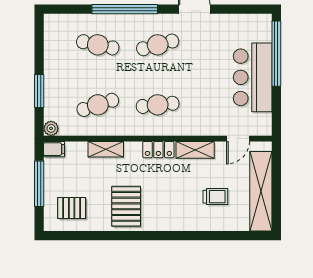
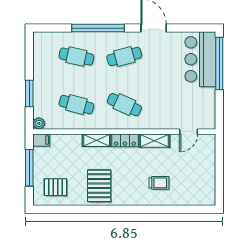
bar counter: (253, 77) -> (200, 59), moved
cafe table: (98, 105) -> (76, 105), turned 33
cafe table: (158, 105) -> (124, 105), turned 30
shelving: (106, 149) -> (97, 140), moved
shelving: (261, 191) -> (207, 174), removed
trolley: (215, 197) -> (159, 183), moved

